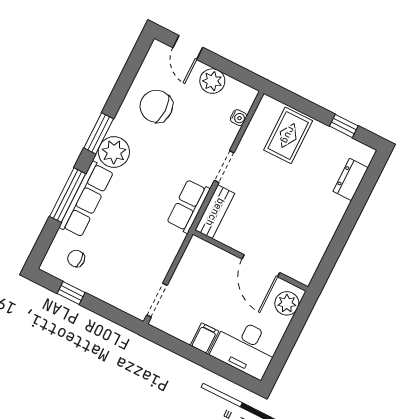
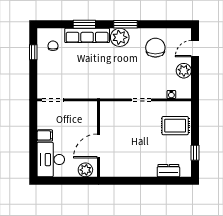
window: (68, 195) -> (84, 24), width x0.69
row of seats: (188, 206) -> (111, 91), removed
bench: (215, 212) -> (115, 107), removed

